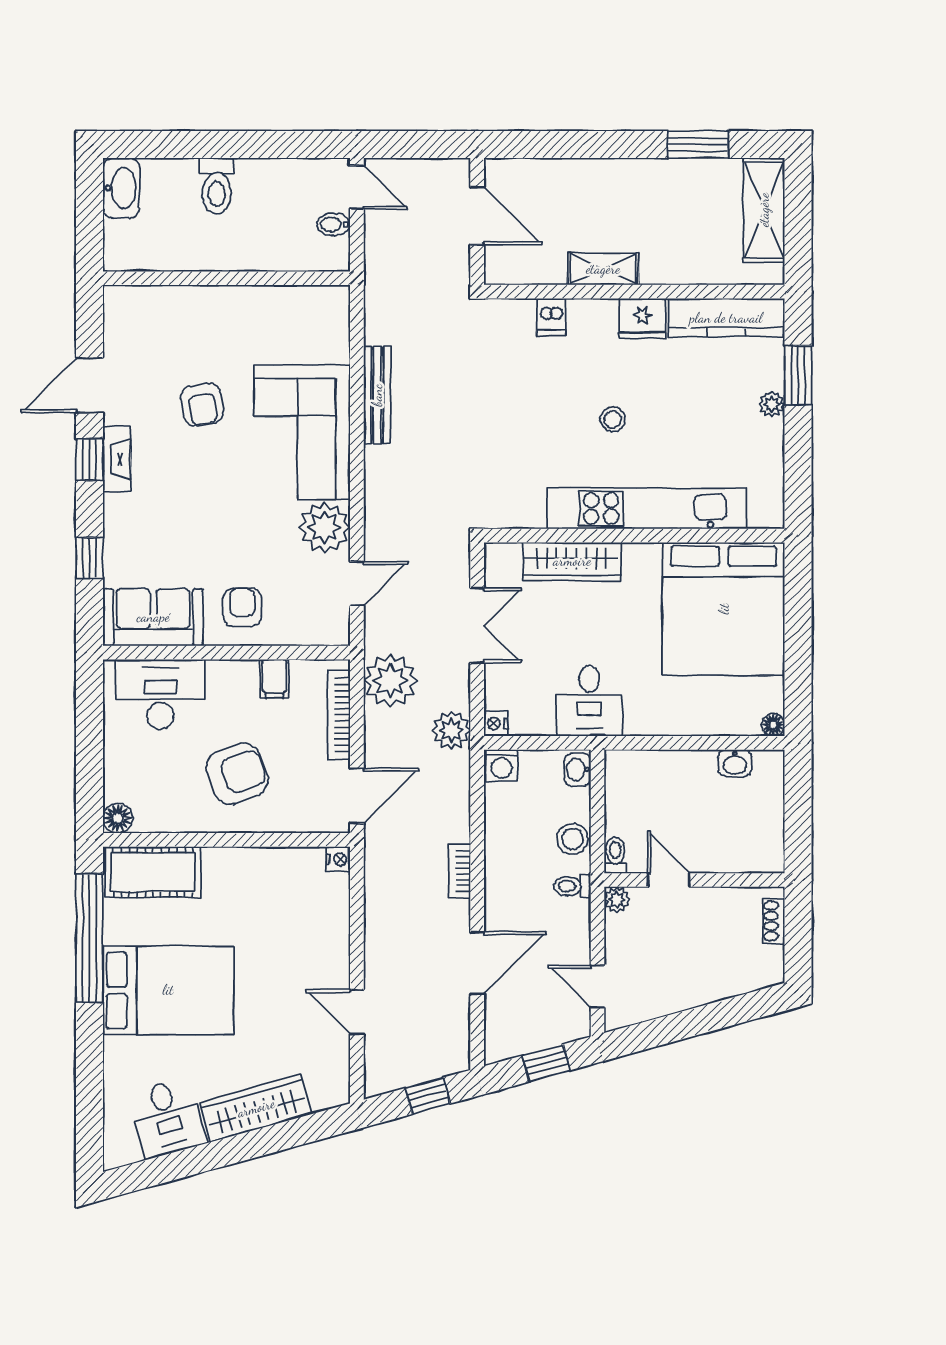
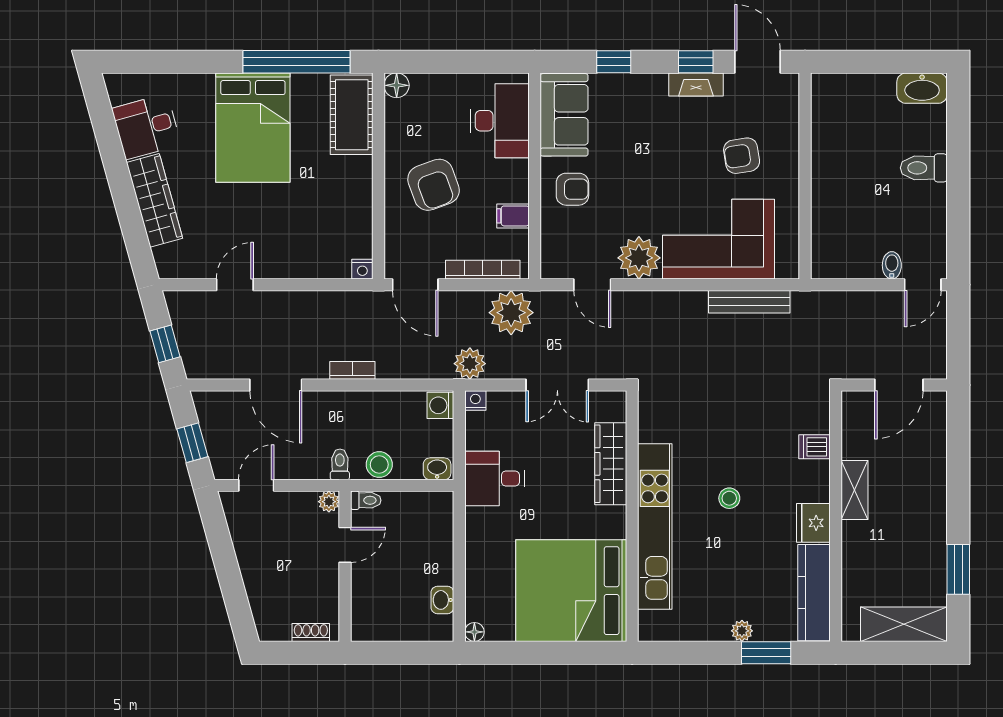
wall: (226, 278) -> (805, 176), moved

